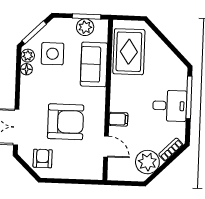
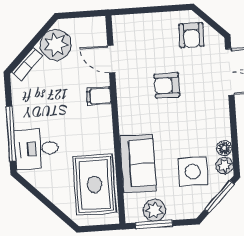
desk: (170, 106) -> (37, 149), moved
armchair: (66, 122) -> (167, 86), width x0.53, depth x0.53

